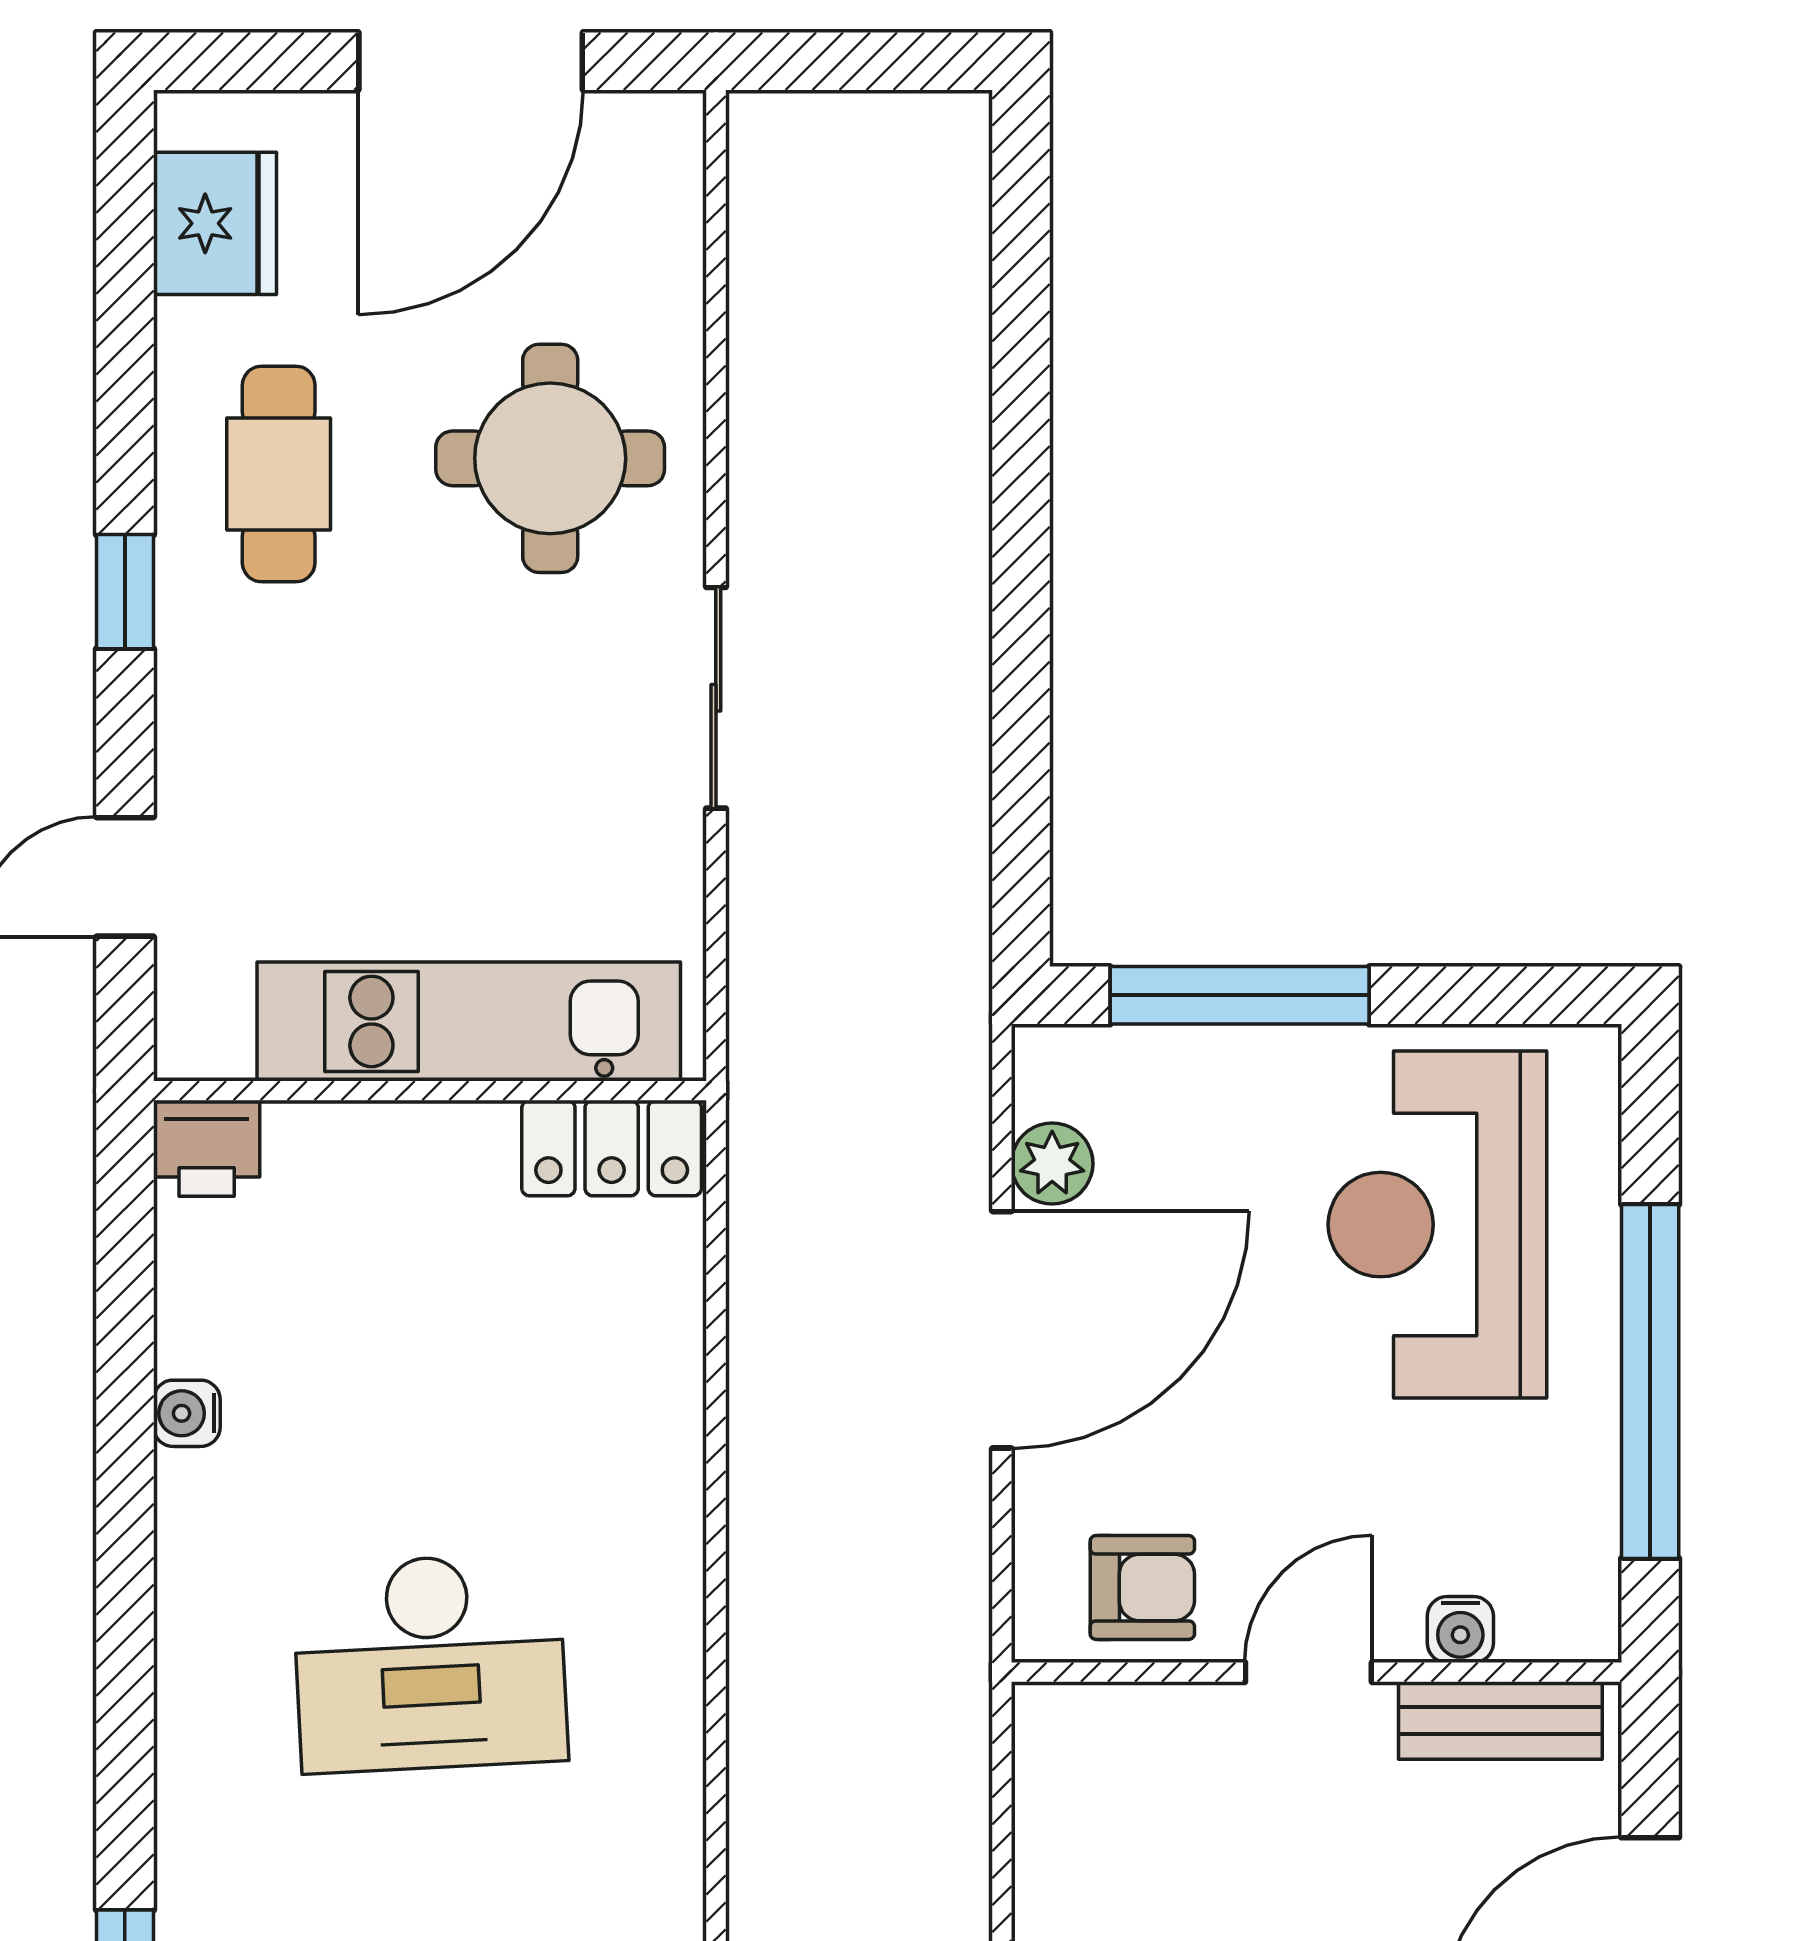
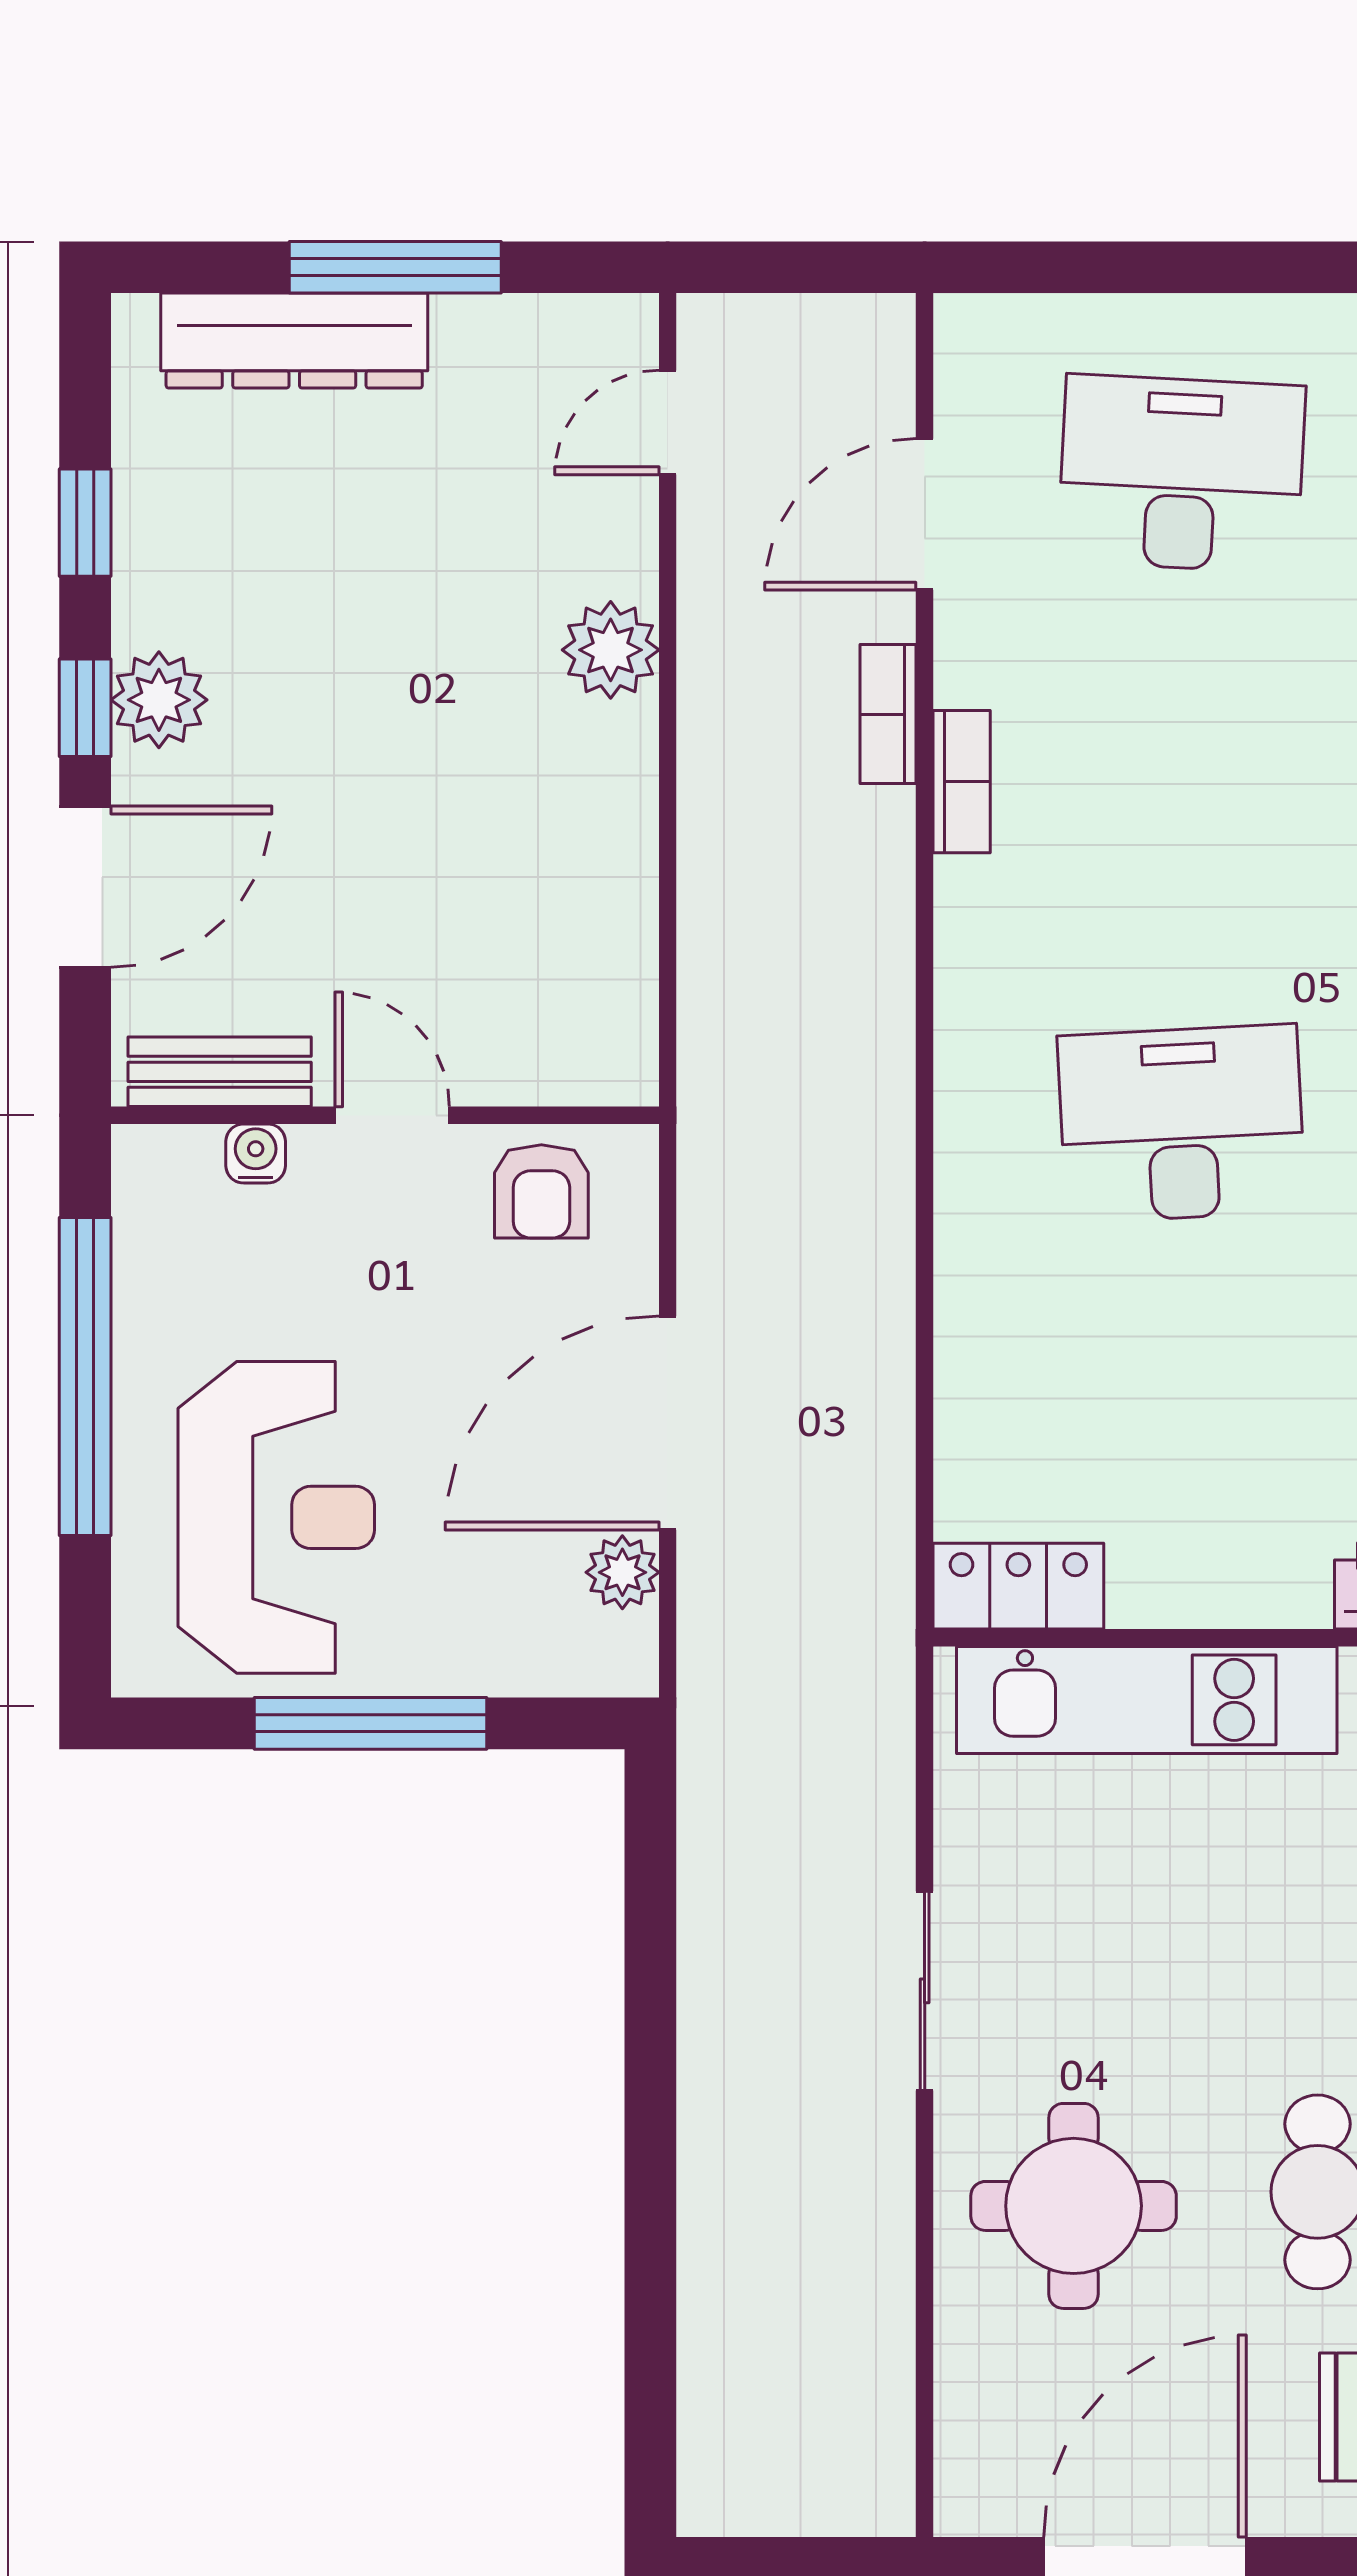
window: (1240, 995) -> (371, 1723), moved
armchair: (1142, 1587) -> (541, 1191), turned -90
door: (1308, 1672) -> (392, 1115), swing flipped

